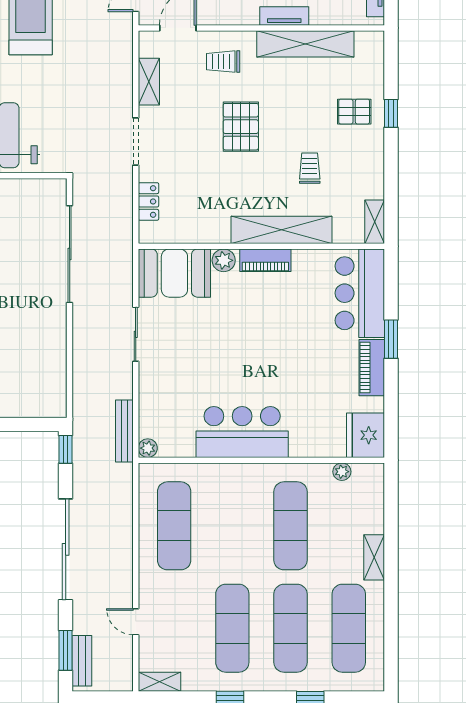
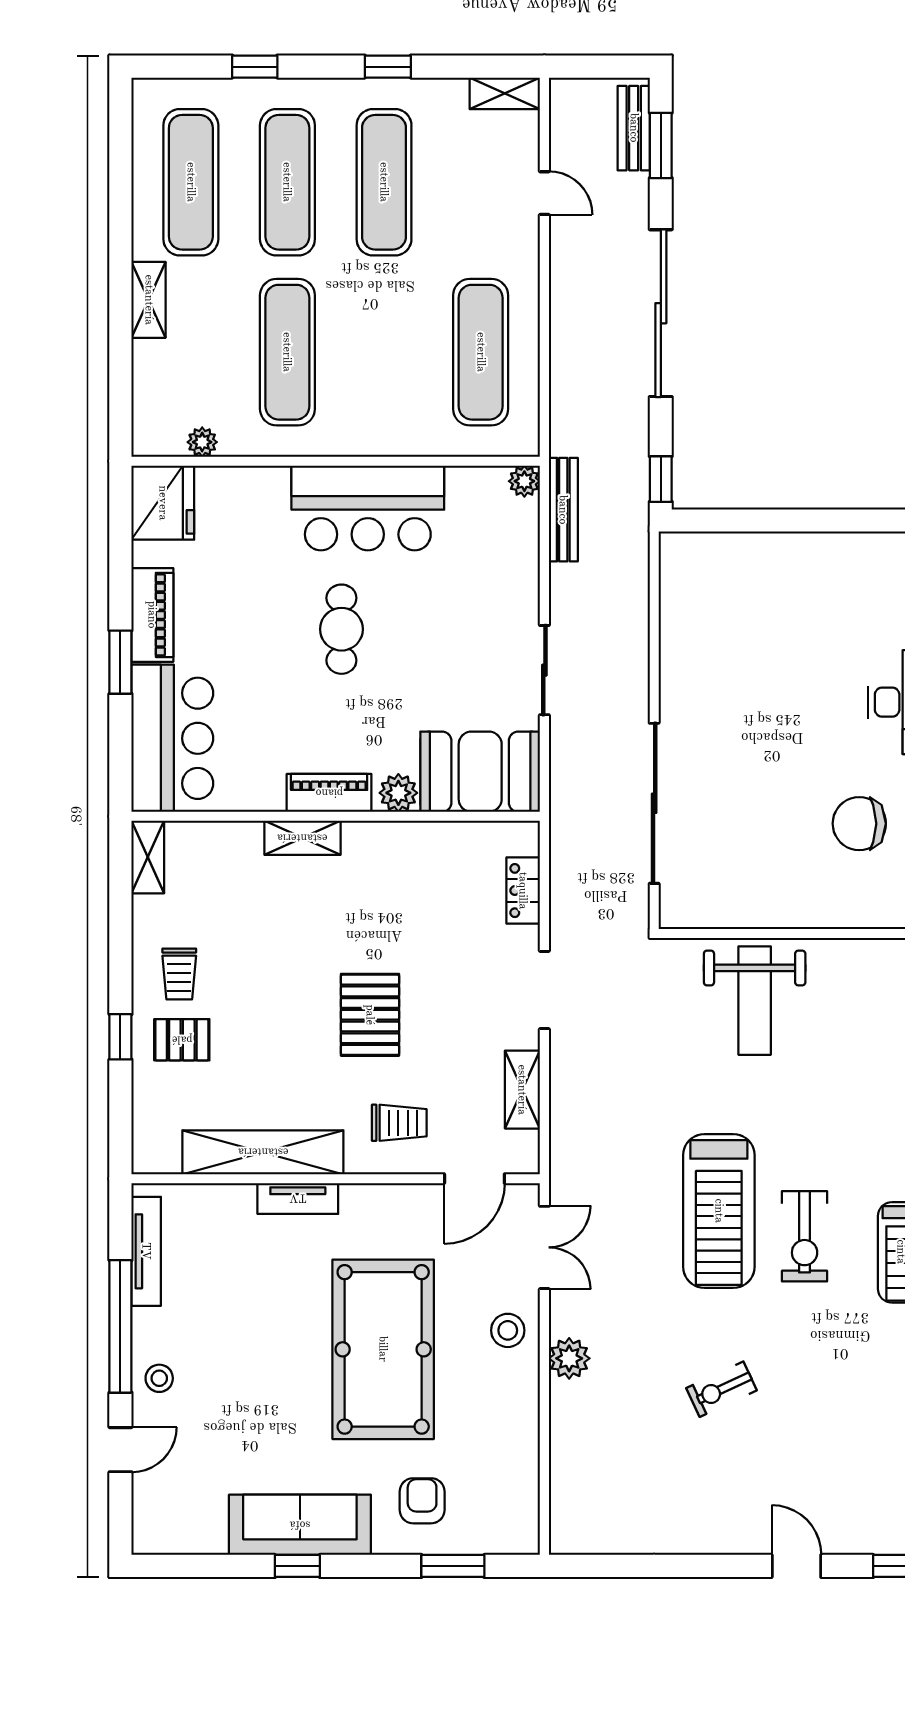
trolley: (310, 168) -> (179, 974), moved
shelving: (281, 230) -> (302, 838), width x0.45, depth x0.75
cafe table: (258, 359) -> (341, 629), added

